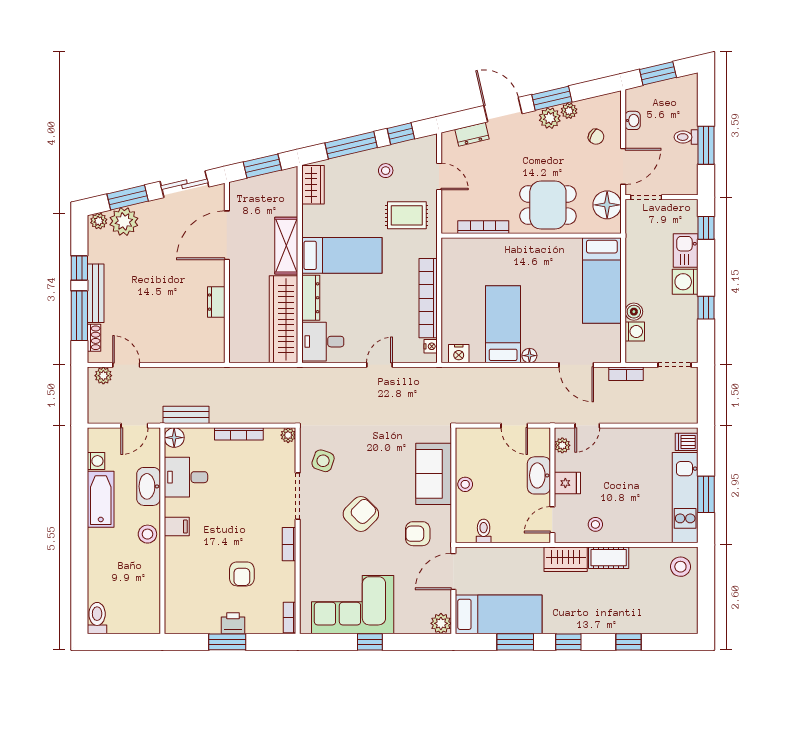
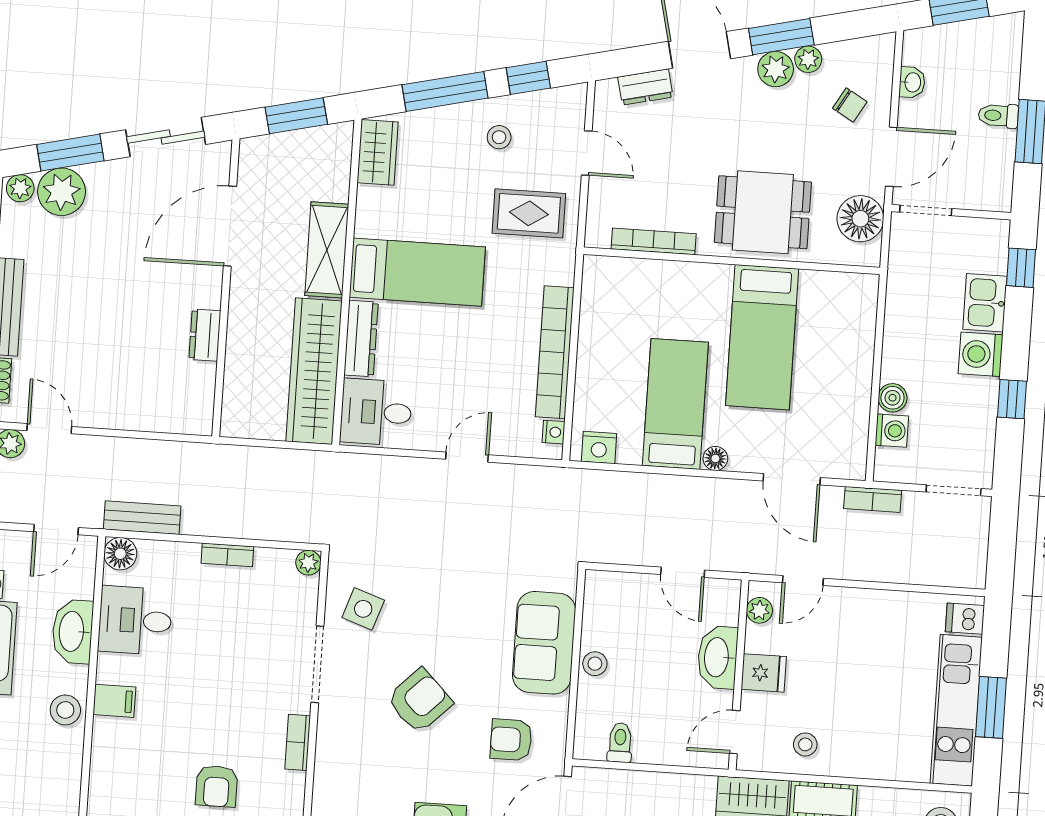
bed: (602, 280) -> (762, 337), moved
bookcase: (239, 434) -> (227, 555), width x0.64

